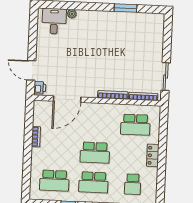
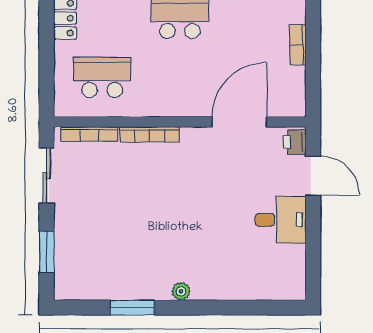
plant: (72, 14) -> (181, 291), moved
desk: (54, 21) -> (281, 220), moved, turned -90
window: (167, 38) -> (47, 252), added

